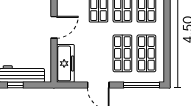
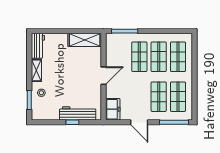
freezer: (65, 63) -> (113, 109), width x0.71

